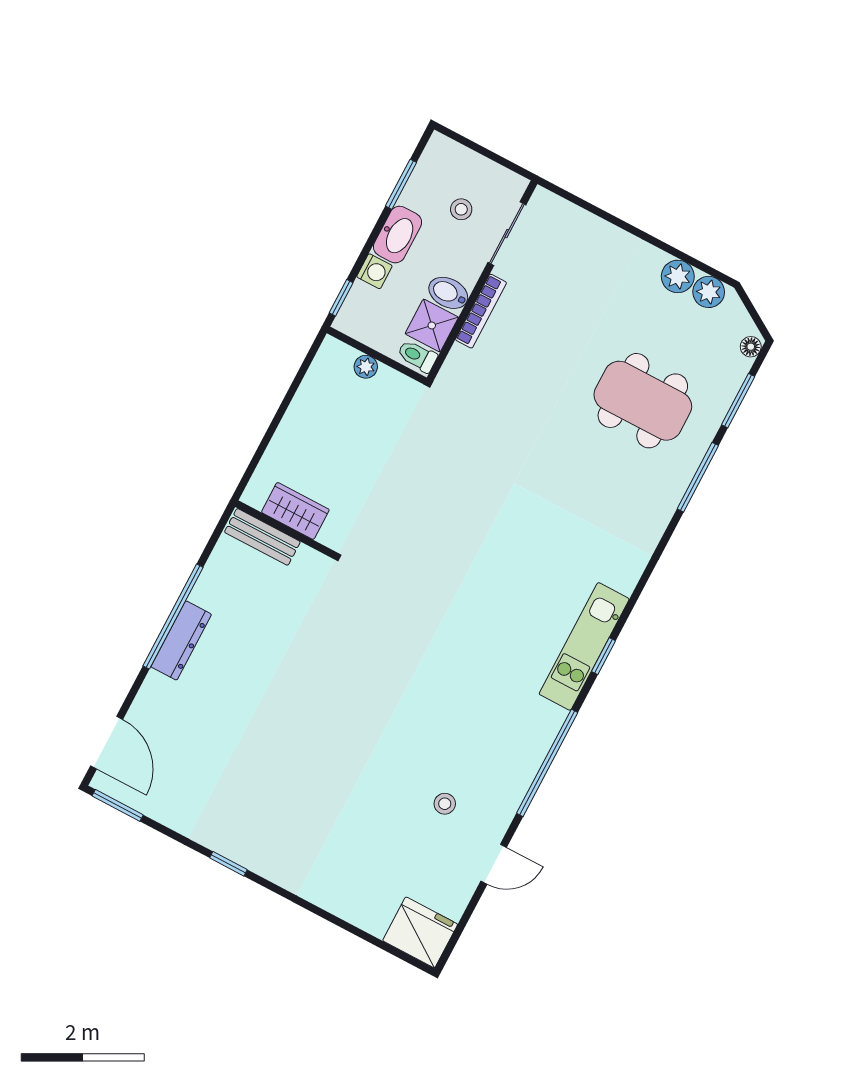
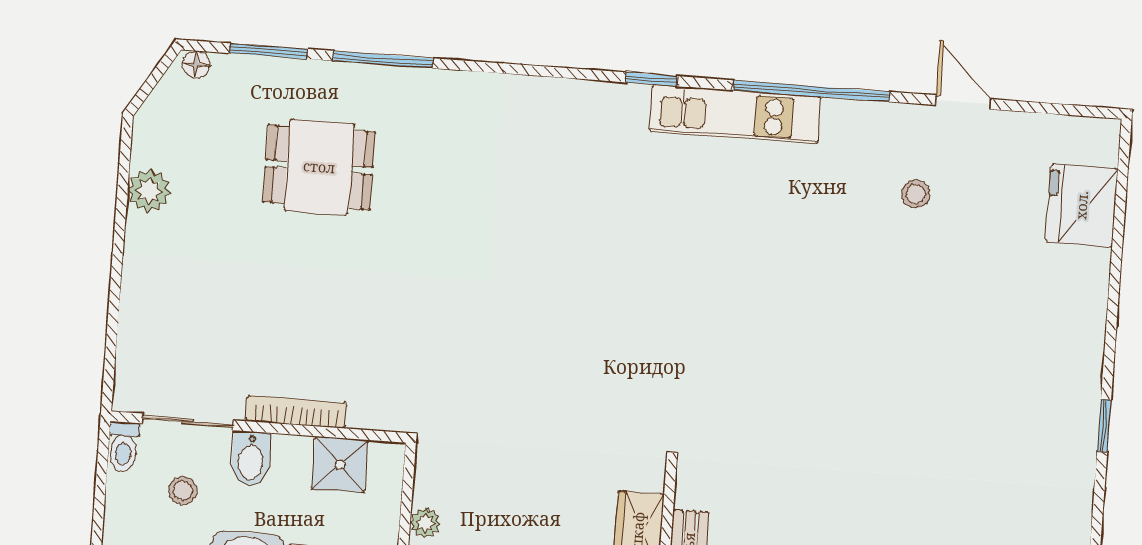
plant: (709, 292) -> (152, 145), removed
bidet: (448, 293) -> (251, 459), moved
toilet: (417, 356) -> (124, 447), moved
dining table: (643, 401) -> (319, 167), width x0.73
kitchen unit: (584, 646) -> (735, 114), moved
fridge: (420, 932) -> (1082, 205), moved

